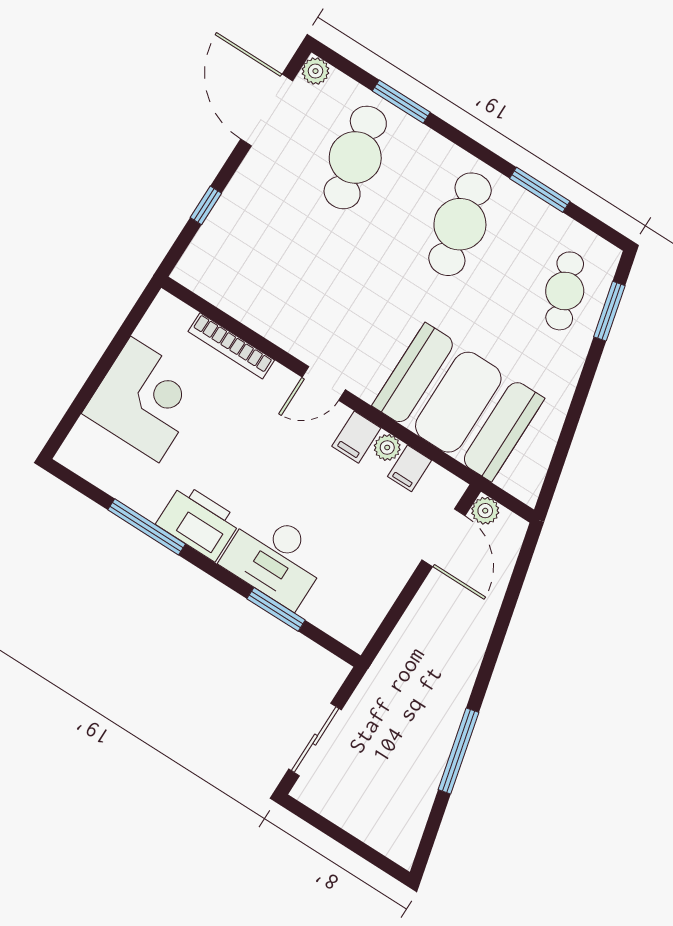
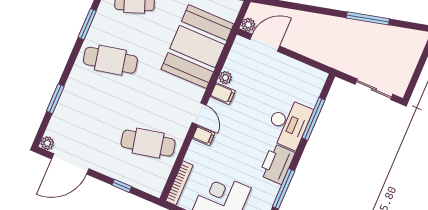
cafe table: (355, 157) -> (148, 143), moved
bookcase: (231, 346) -> (179, 183), moved
filing cabinet: (410, 468) -> (204, 136), moved
window: (276, 609) -> (313, 119), width x1.44

